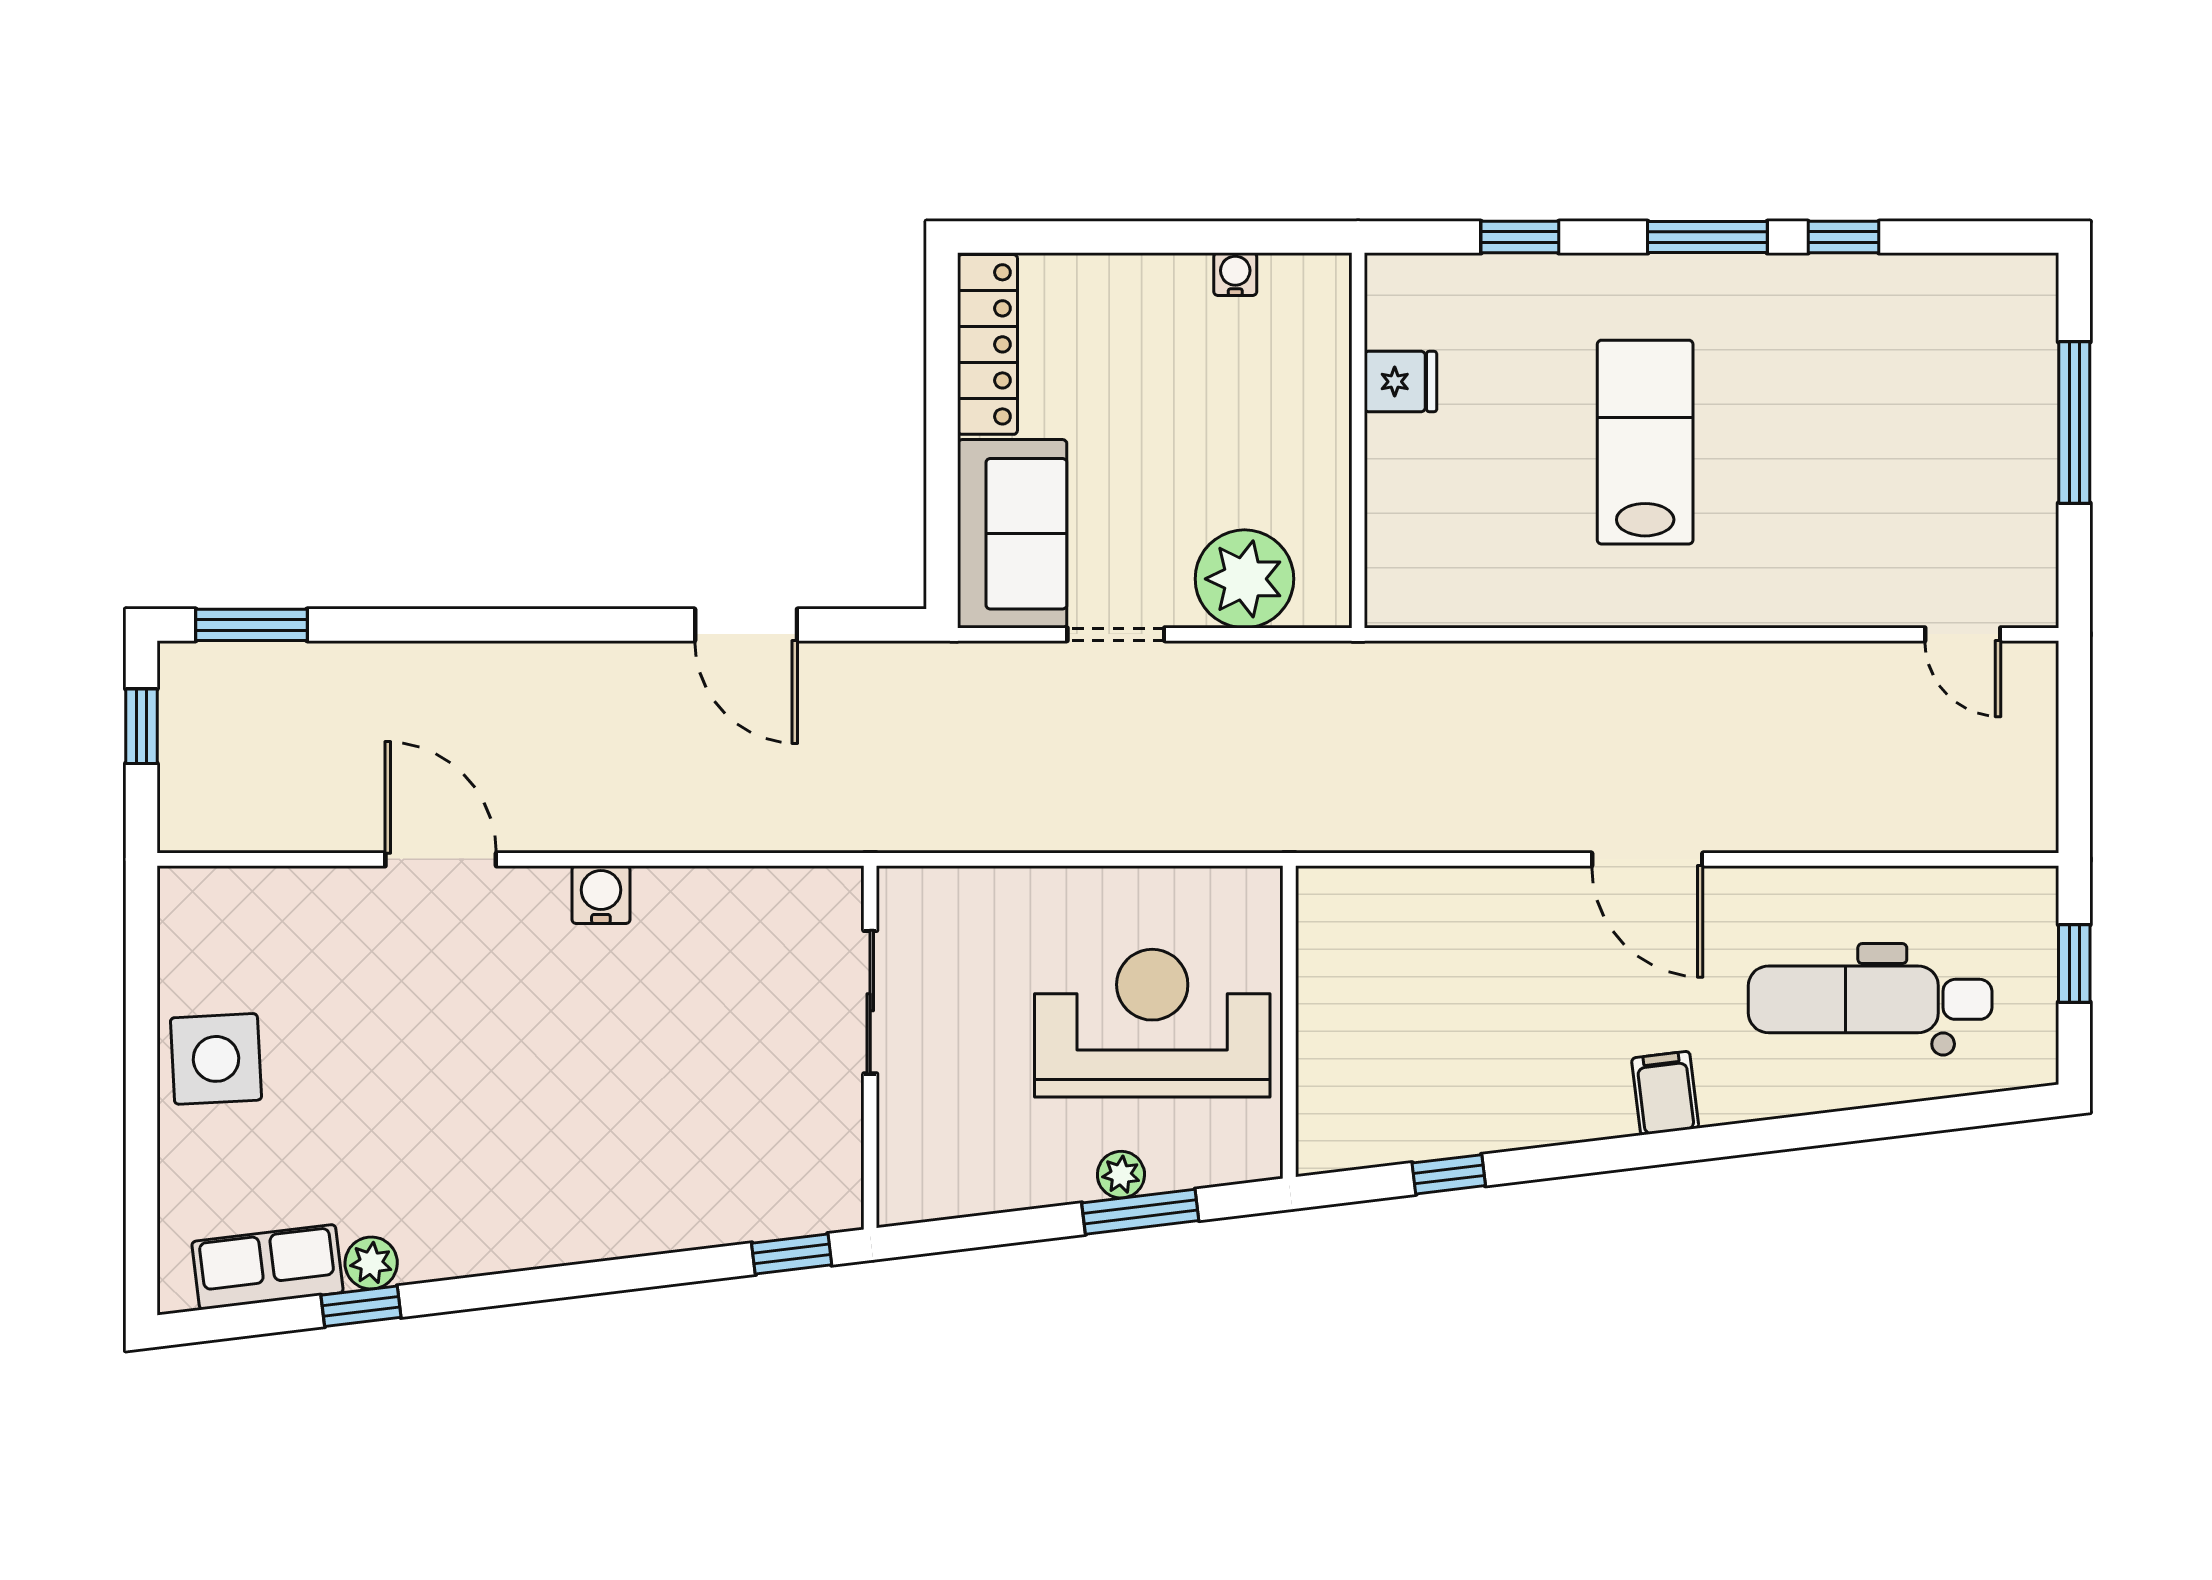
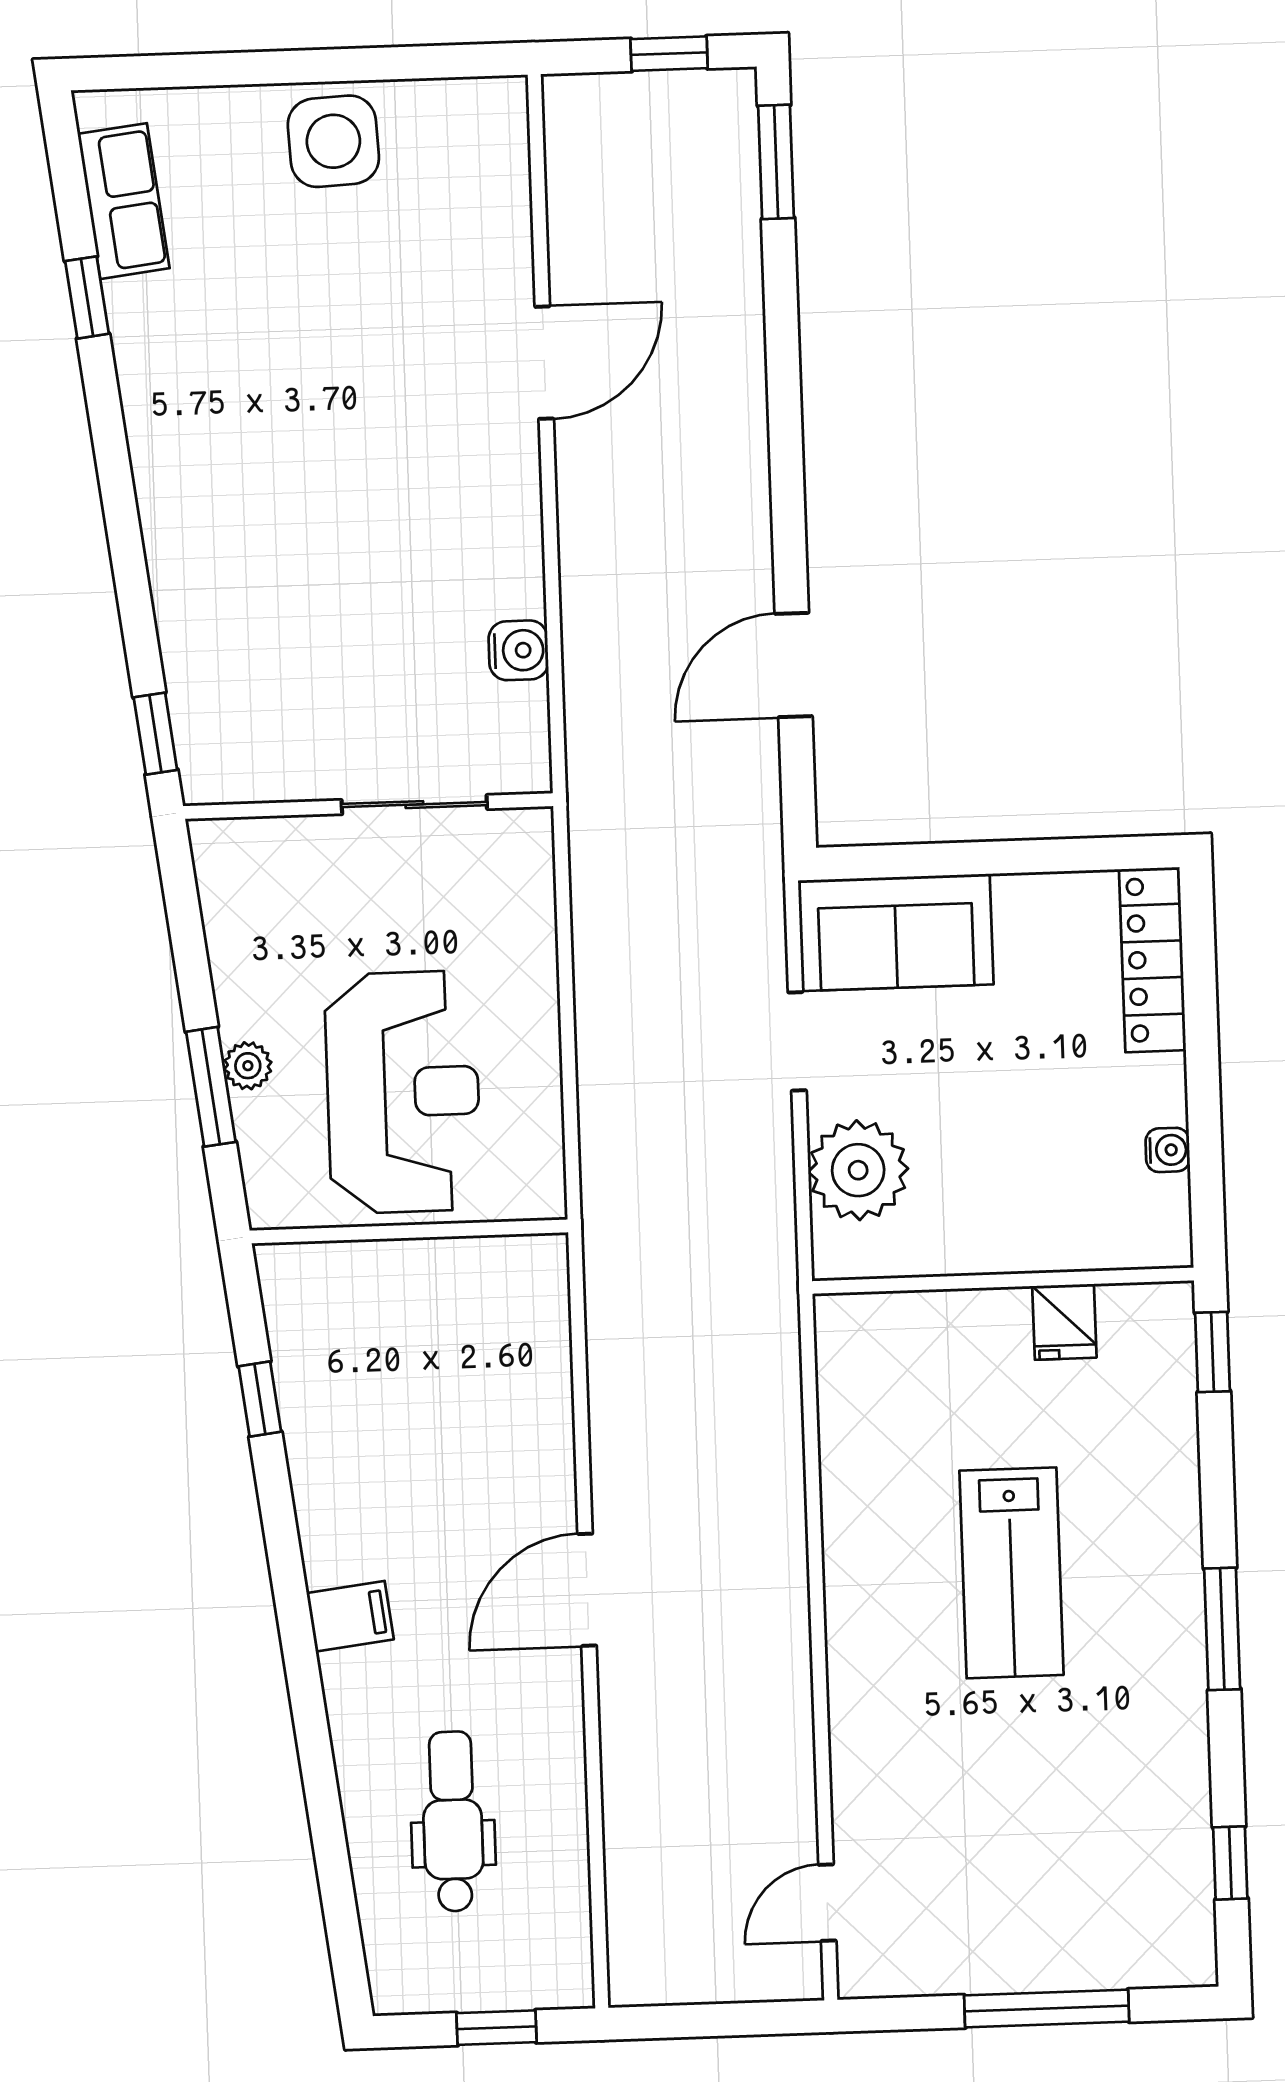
window: (1520, 237) -> (1212, 1352), moved
window: (1843, 237) -> (1230, 1863), moved
locker: (988, 344) -> (1153, 960), moved, turned 90
lab bench: (1645, 442) -> (1011, 1573), turned 90
water cooler: (601, 895) -> (518, 650), moved
dental chair: (1870, 999) -> (453, 1821), width x0.73, depth x0.72
plant: (371, 1263) -> (131, 306), removed

